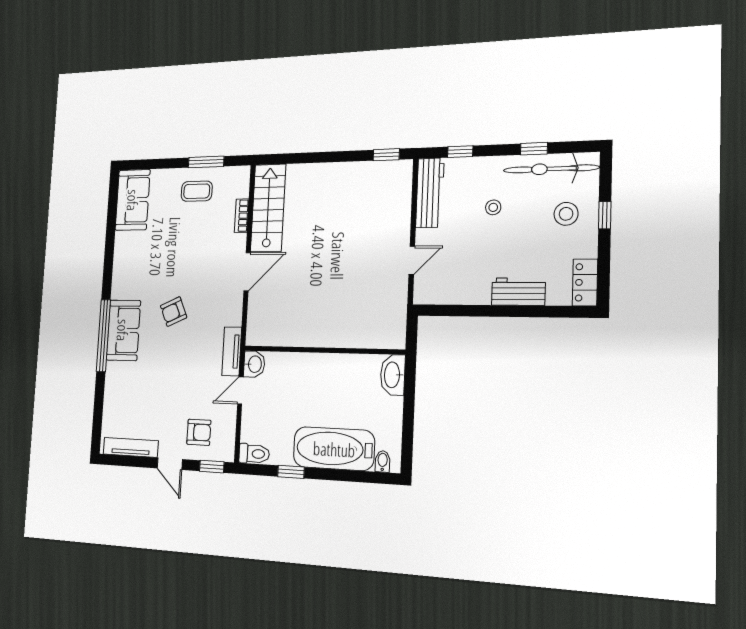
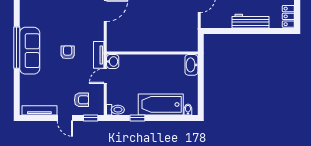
workbench: (518, 292) -> (250, 21), width x1.38
armchair: (174, 312) -> (68, 52), moved, turned 114
sofa: (123, 330) -> (30, 51), width x1.36

